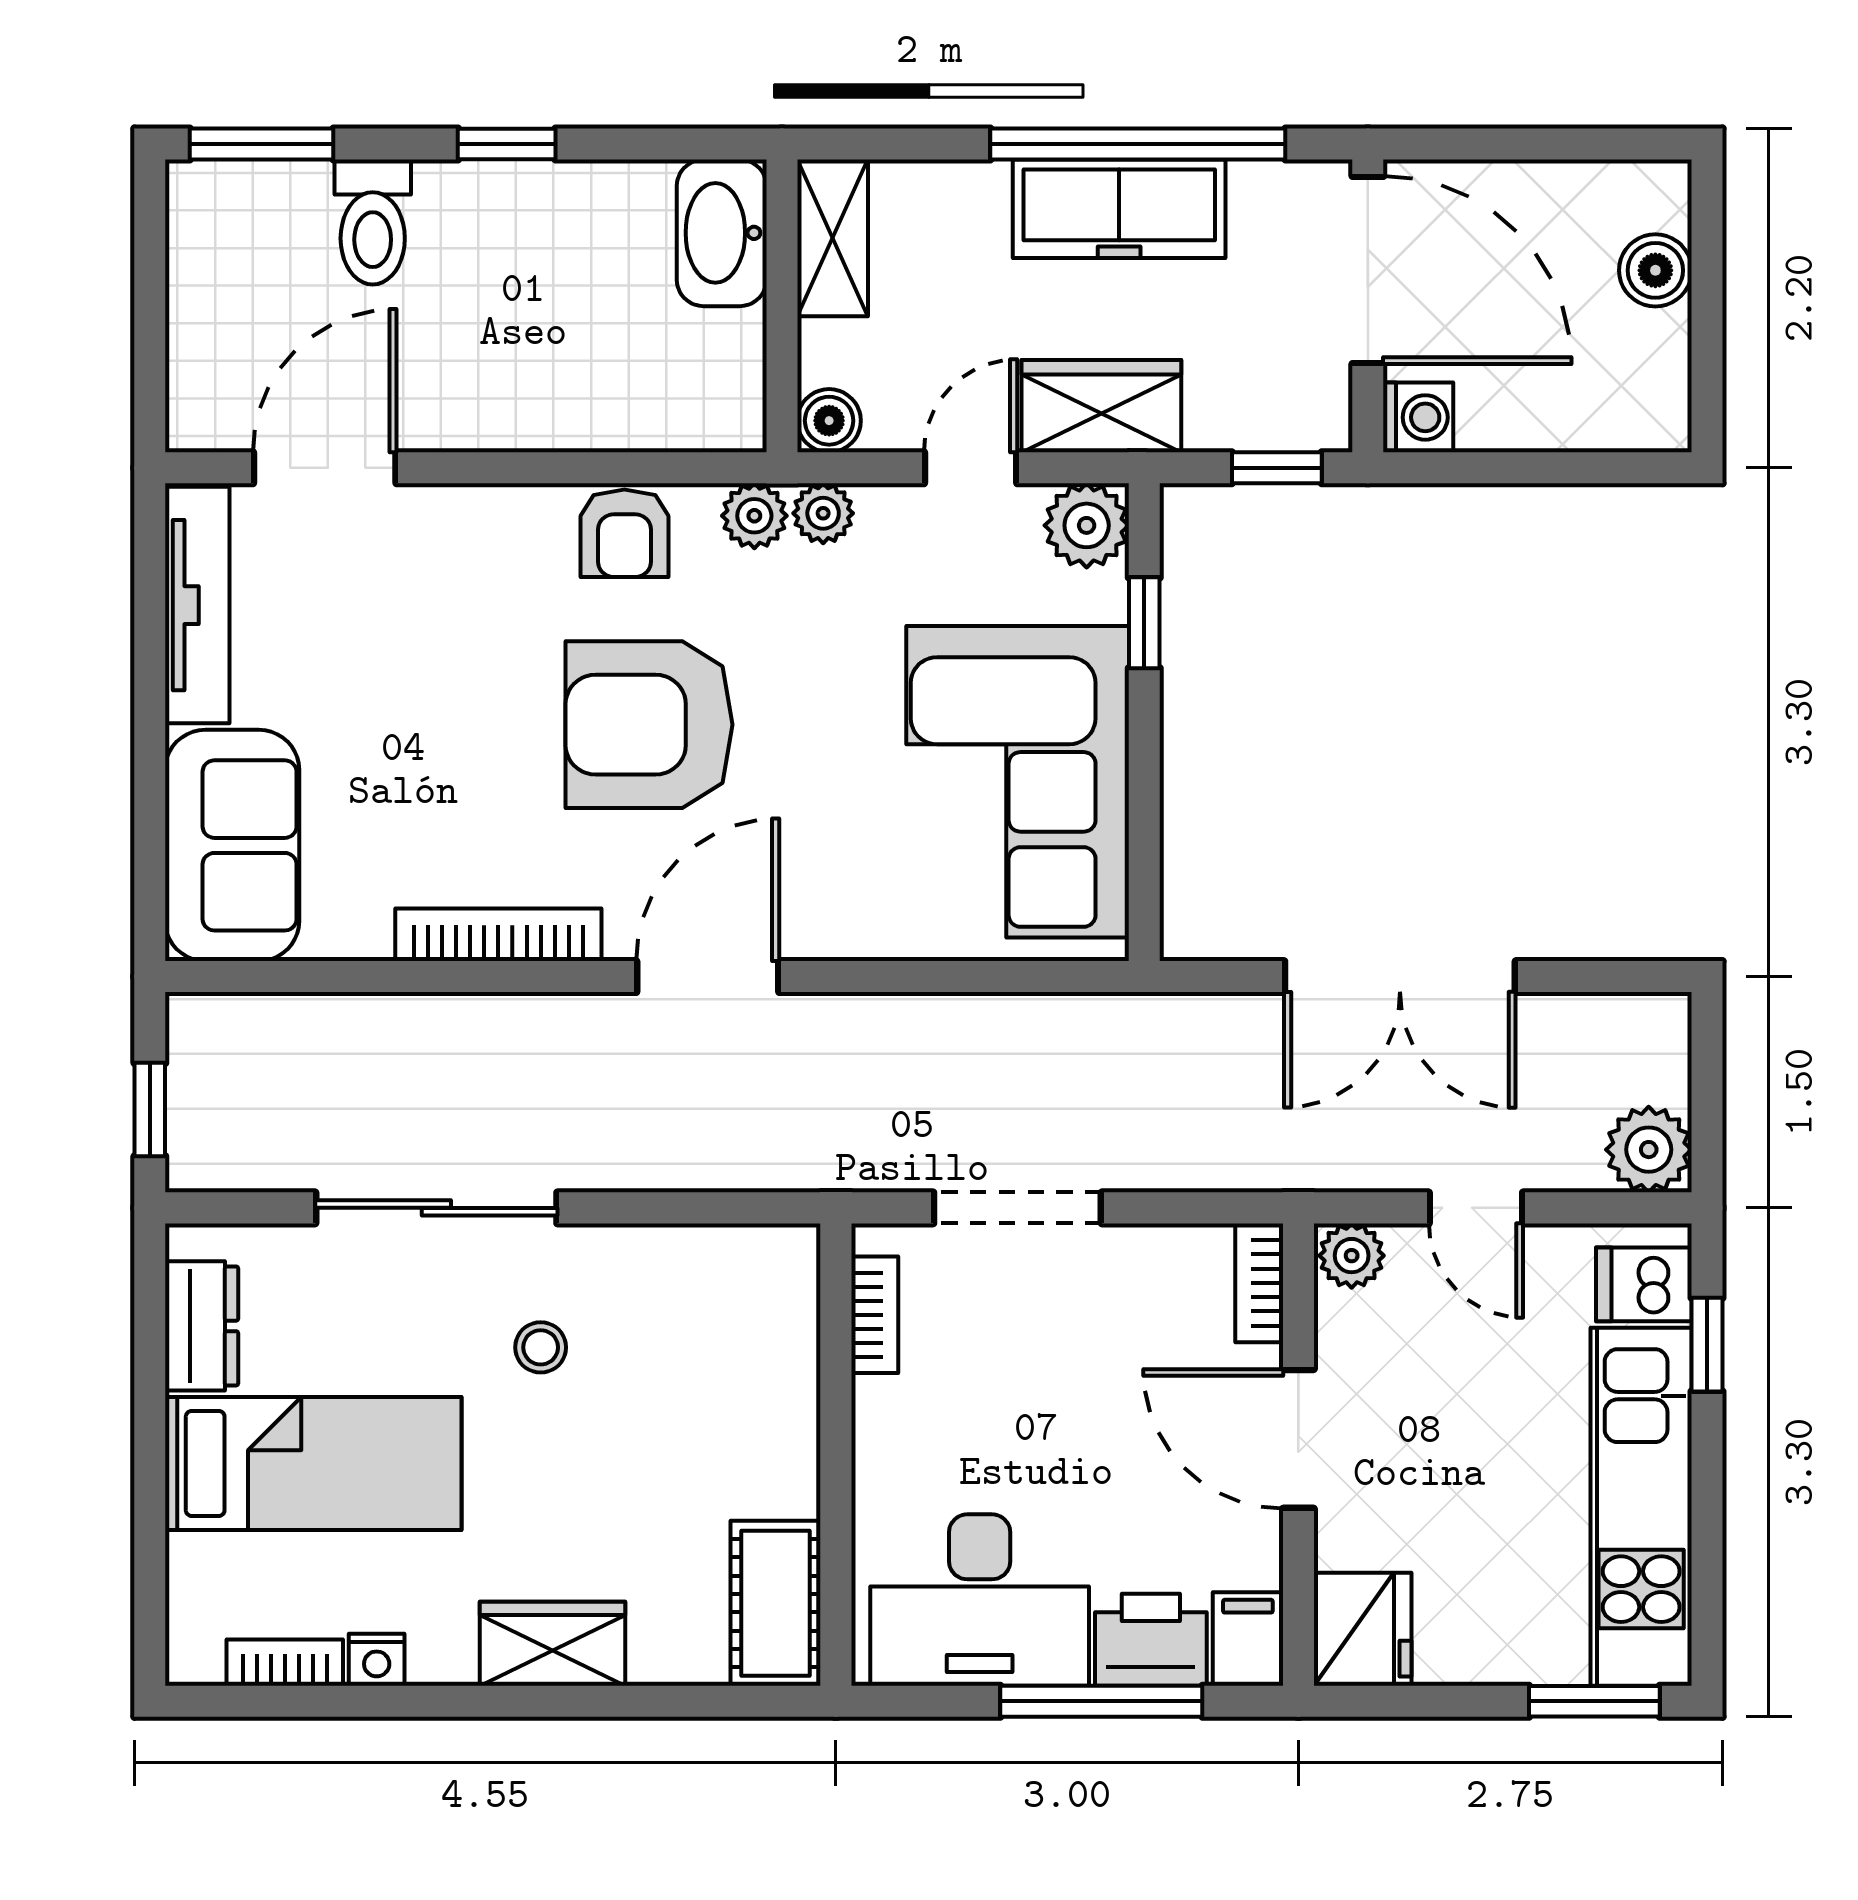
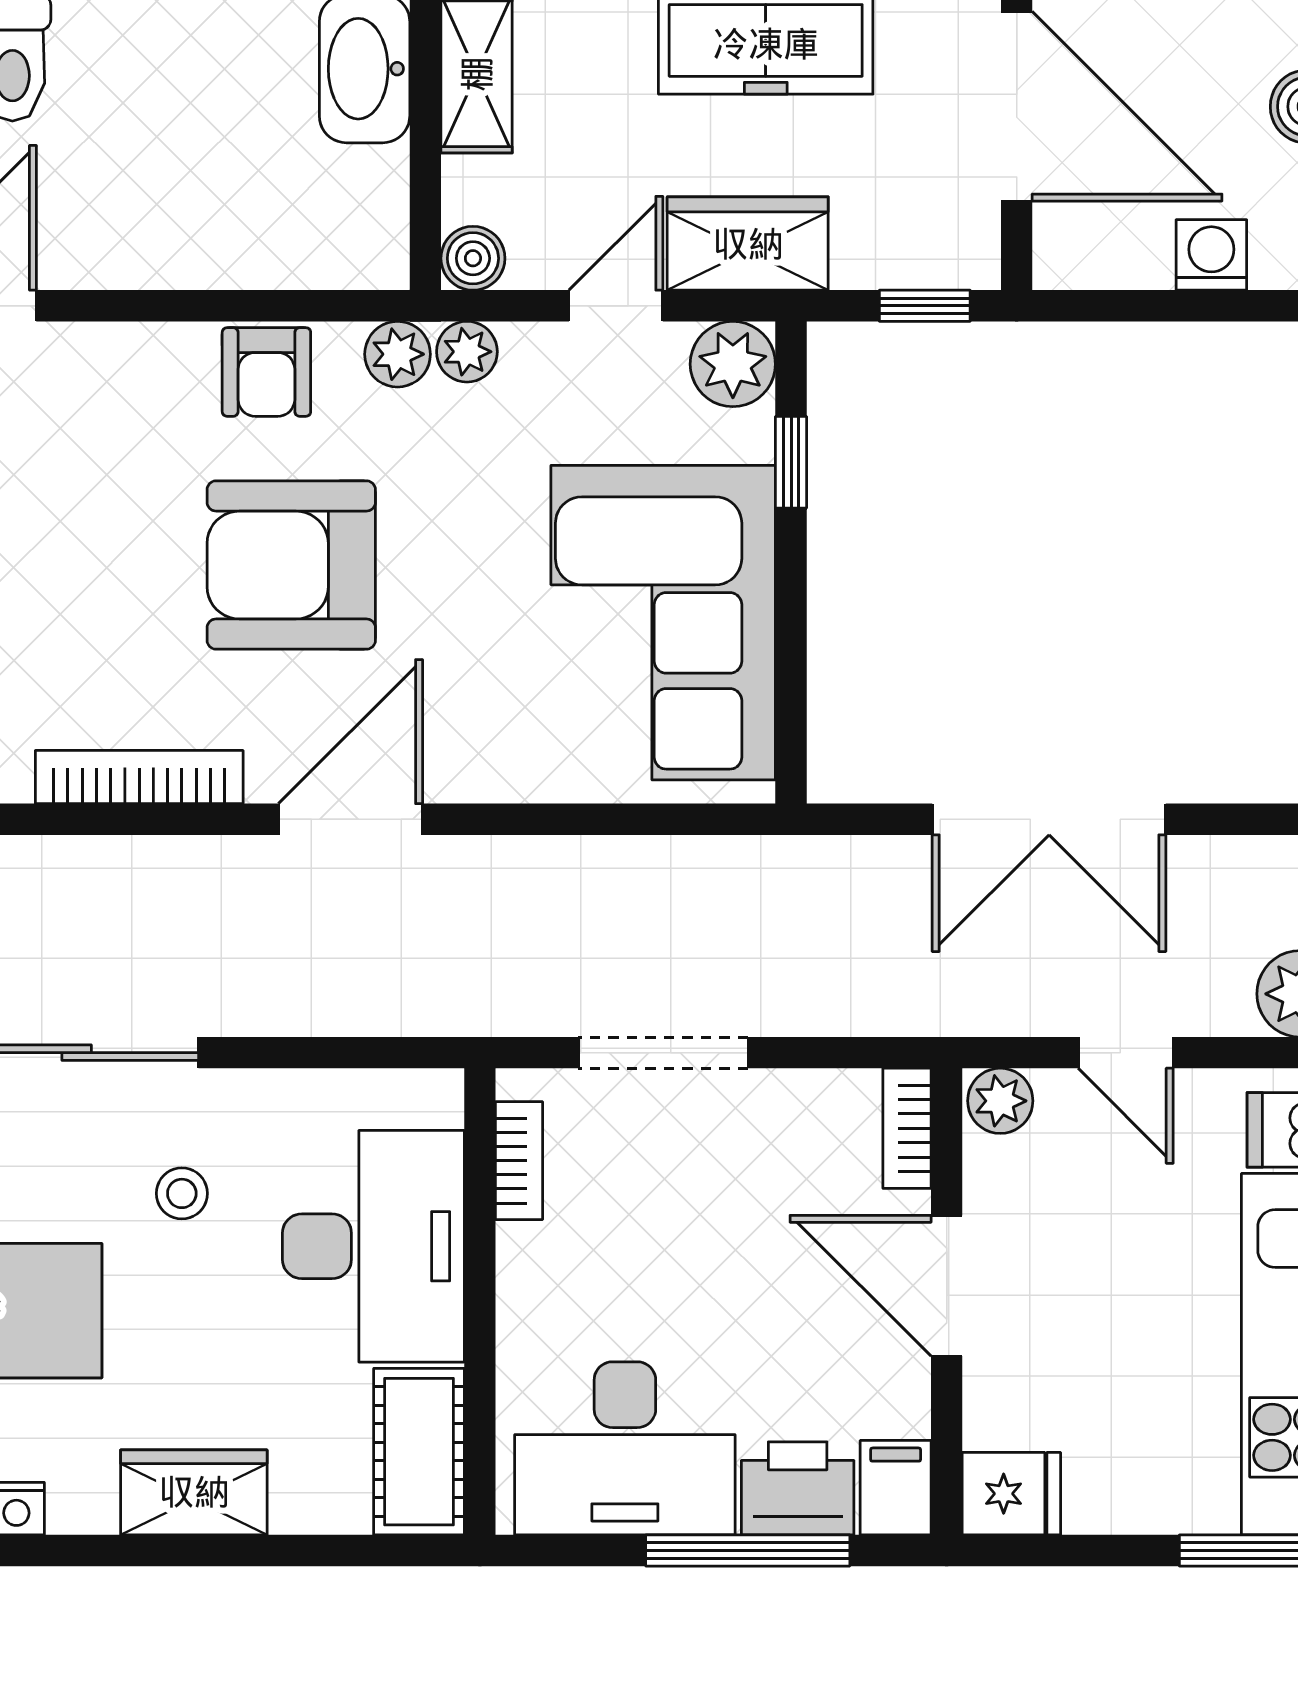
washing machine: (1418, 417) -> (1211, 255), moved, turned -90
desk: (730, 1400) -> (373, 1246), added
fridge: (1363, 1629) -> (1011, 1494), width x0.72

